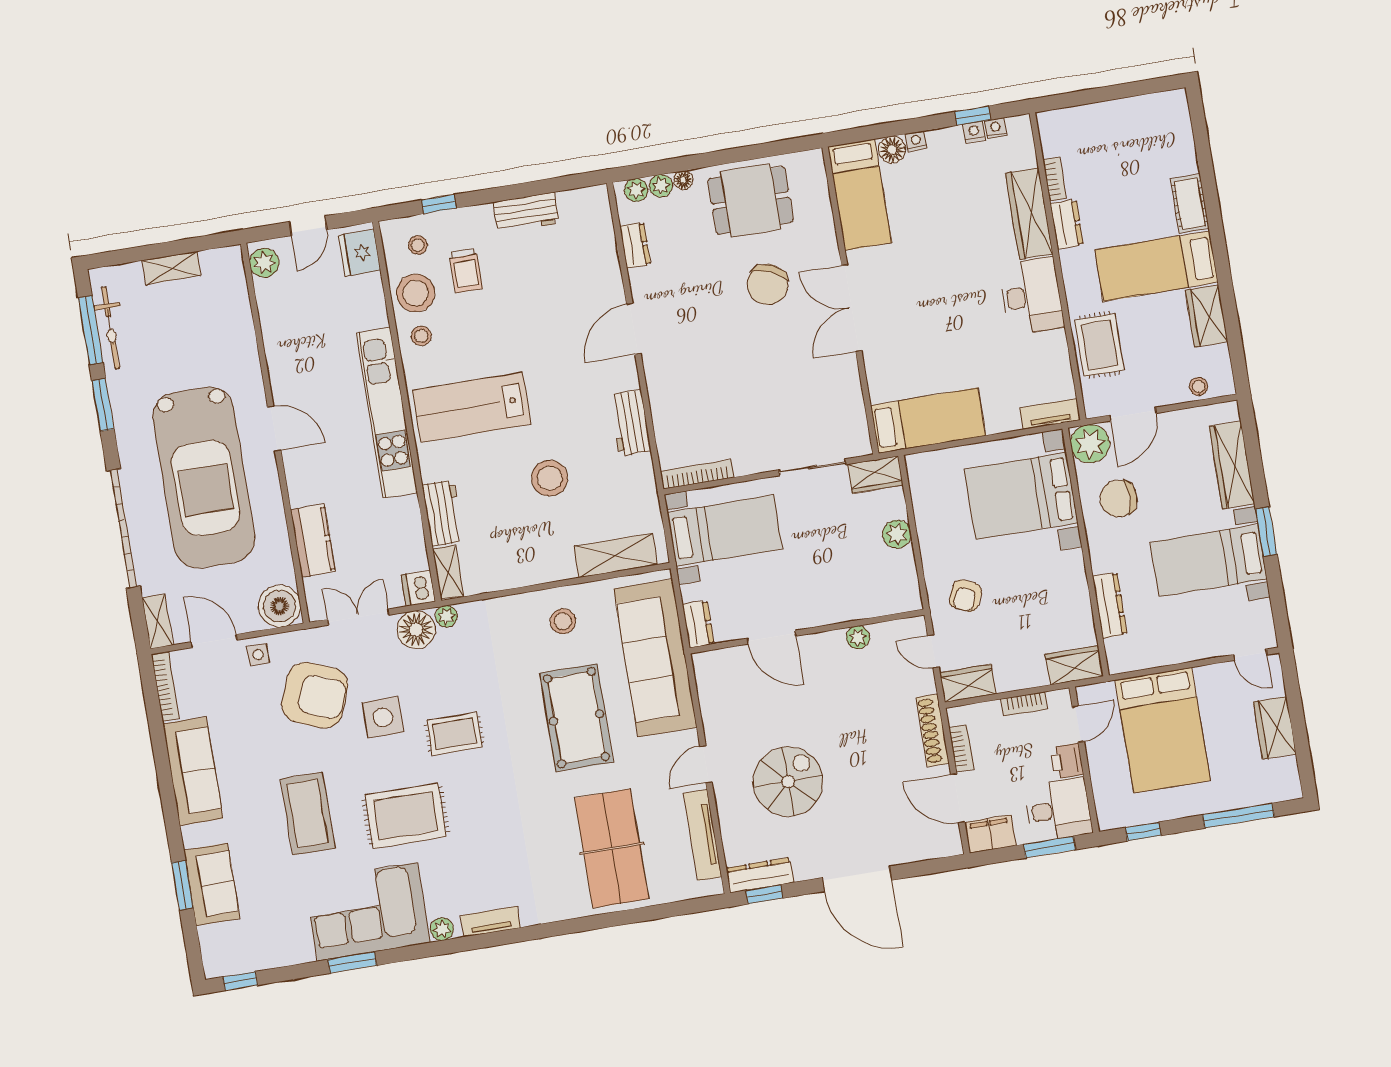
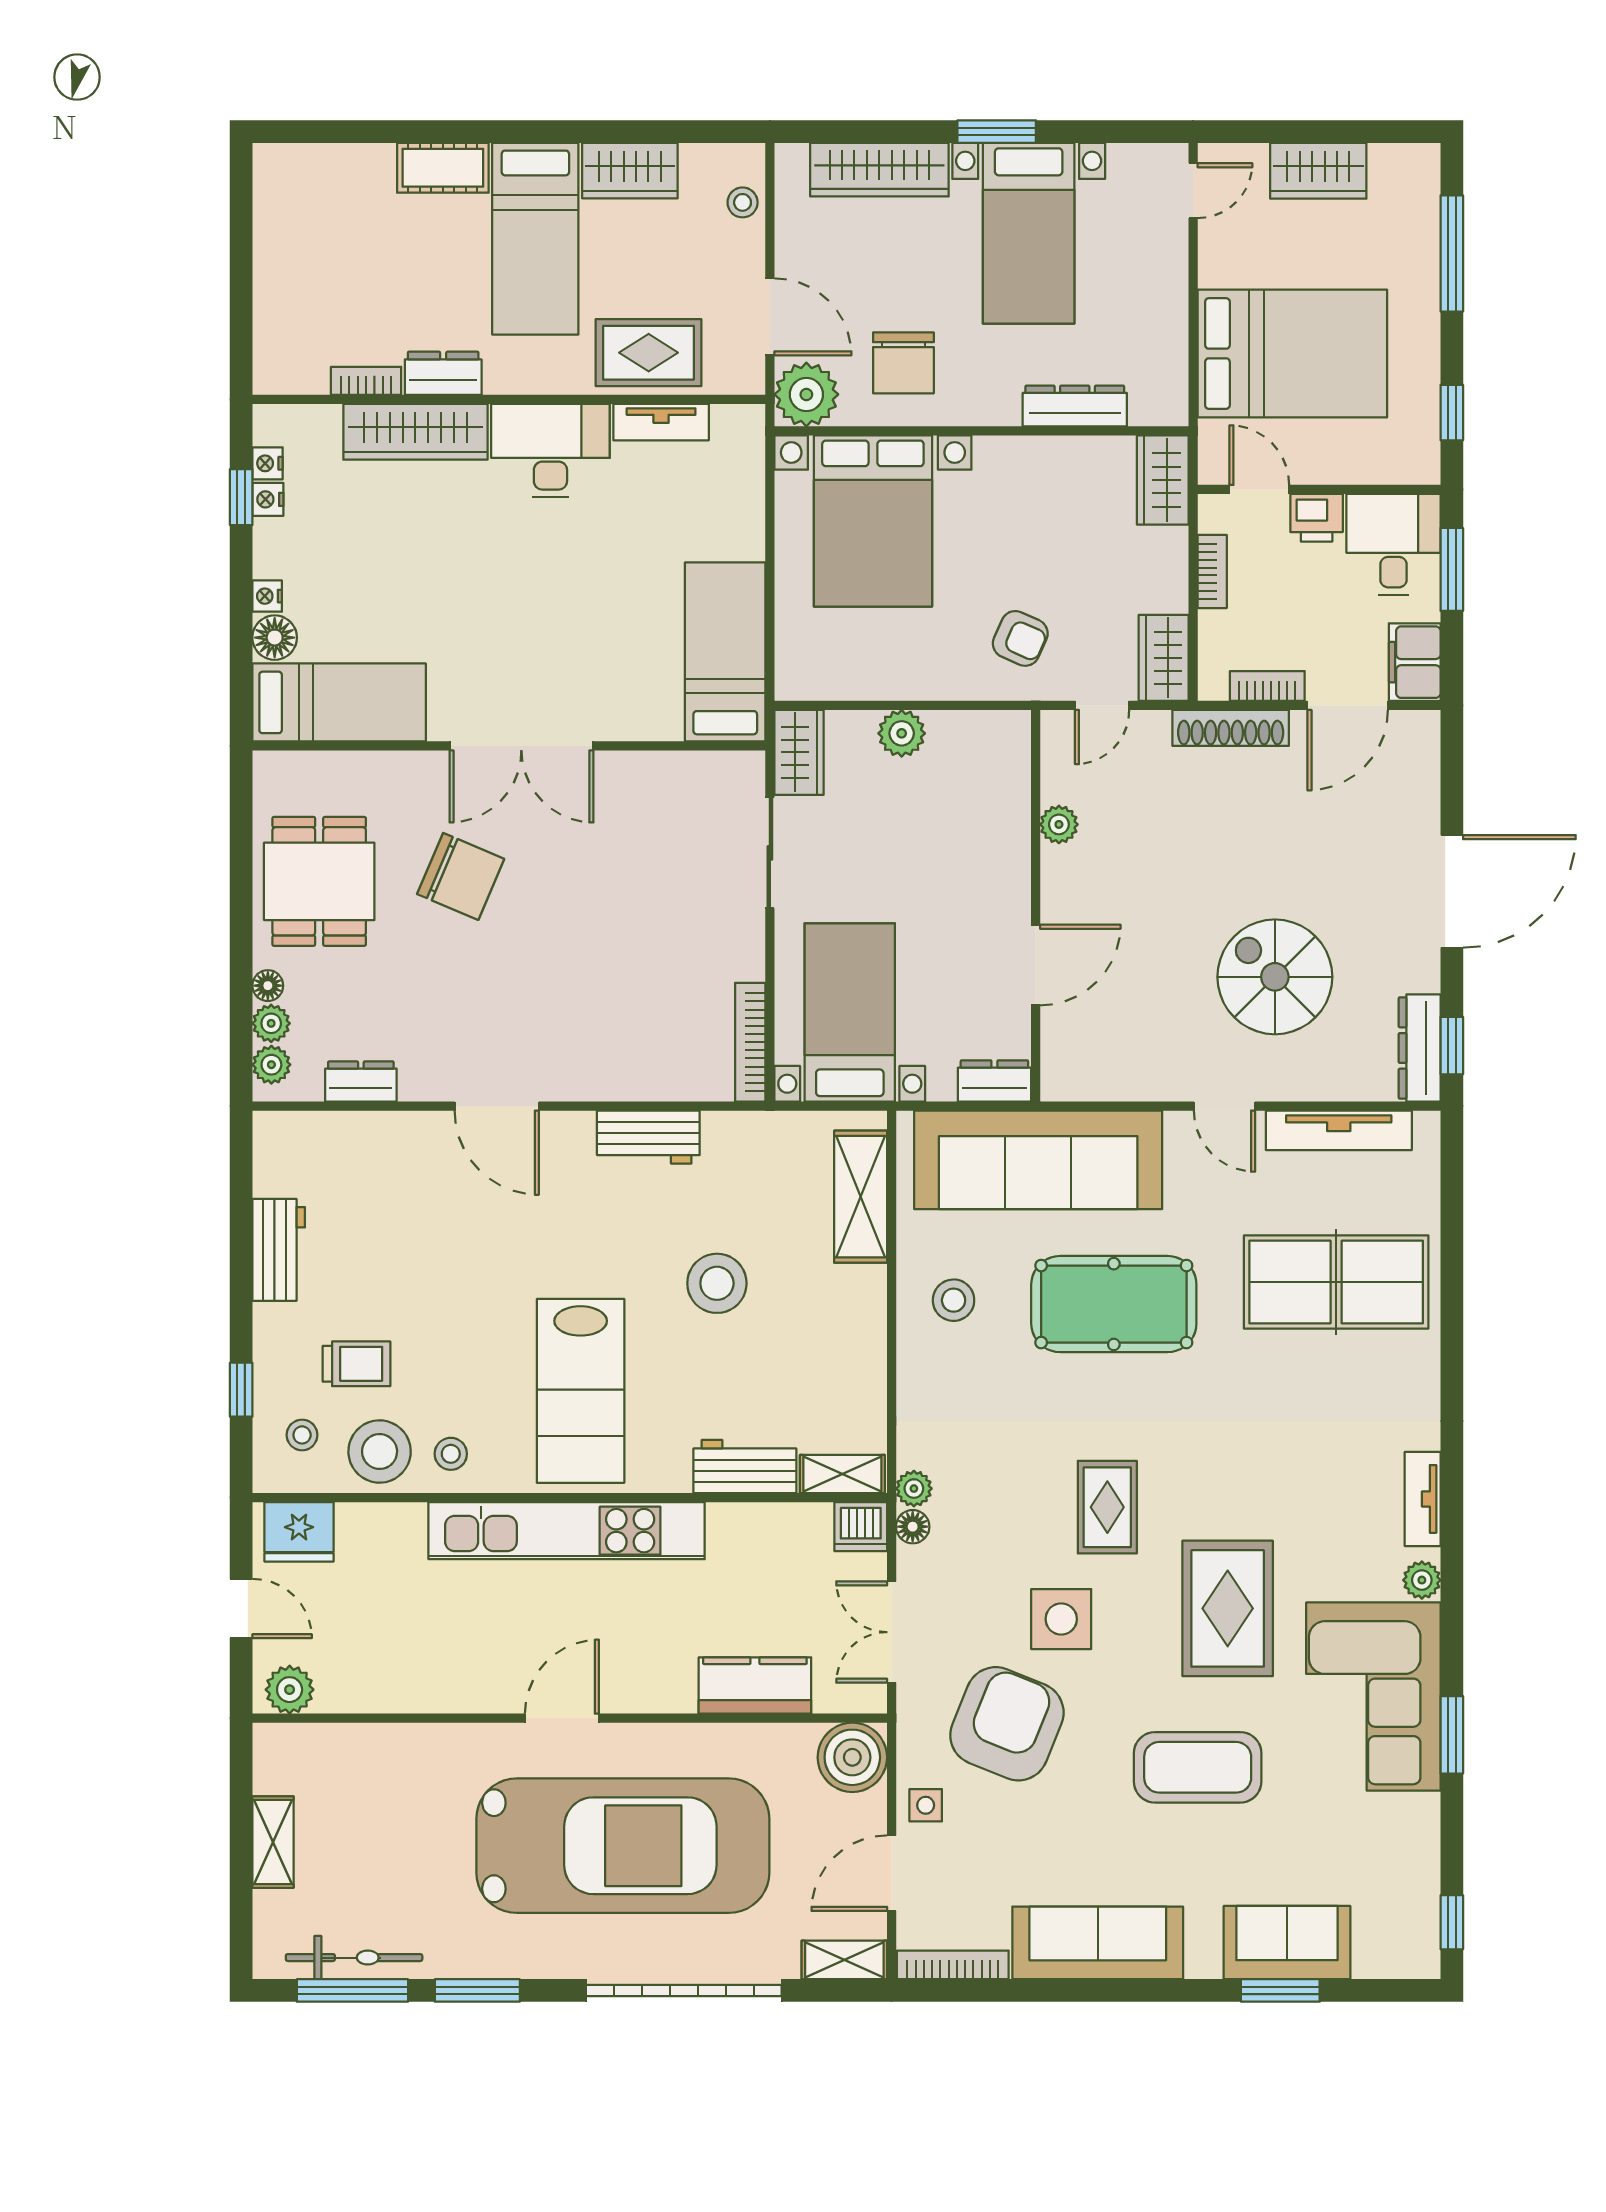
tv unit: (1050, 414) -> (661, 422), moved, turned -90
floor lamp: (416, 630) -> (913, 1527), width x0.53, depth x0.53

